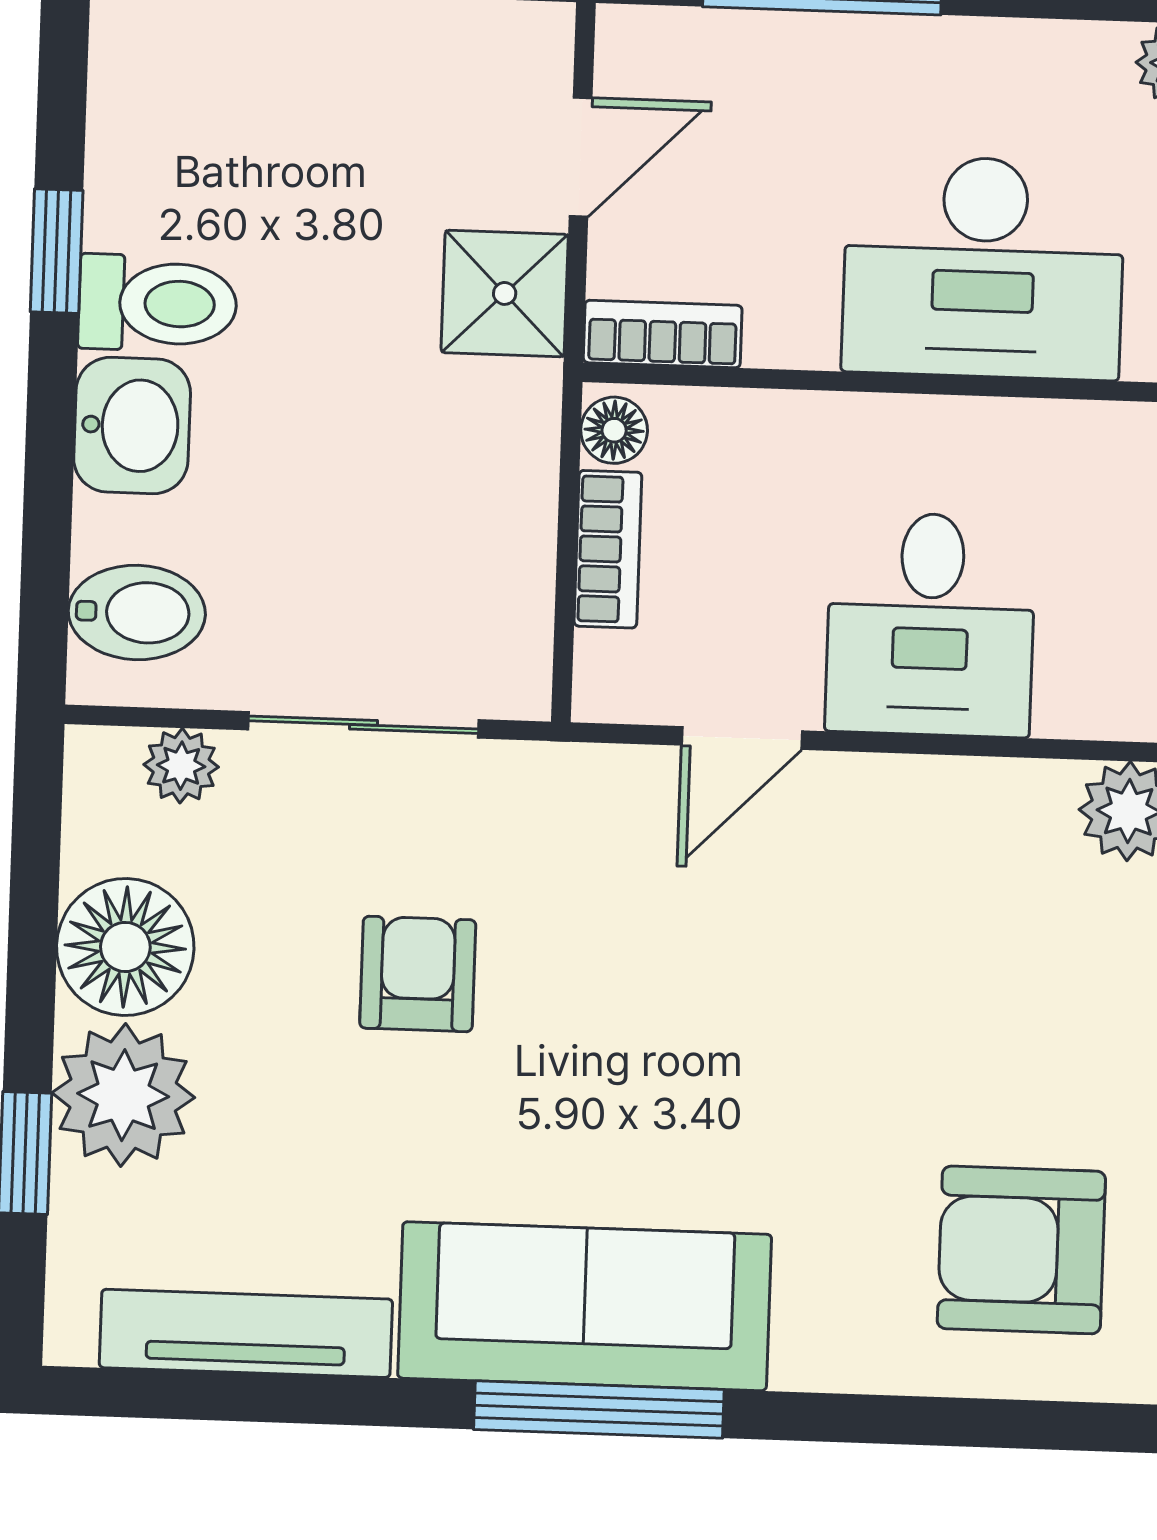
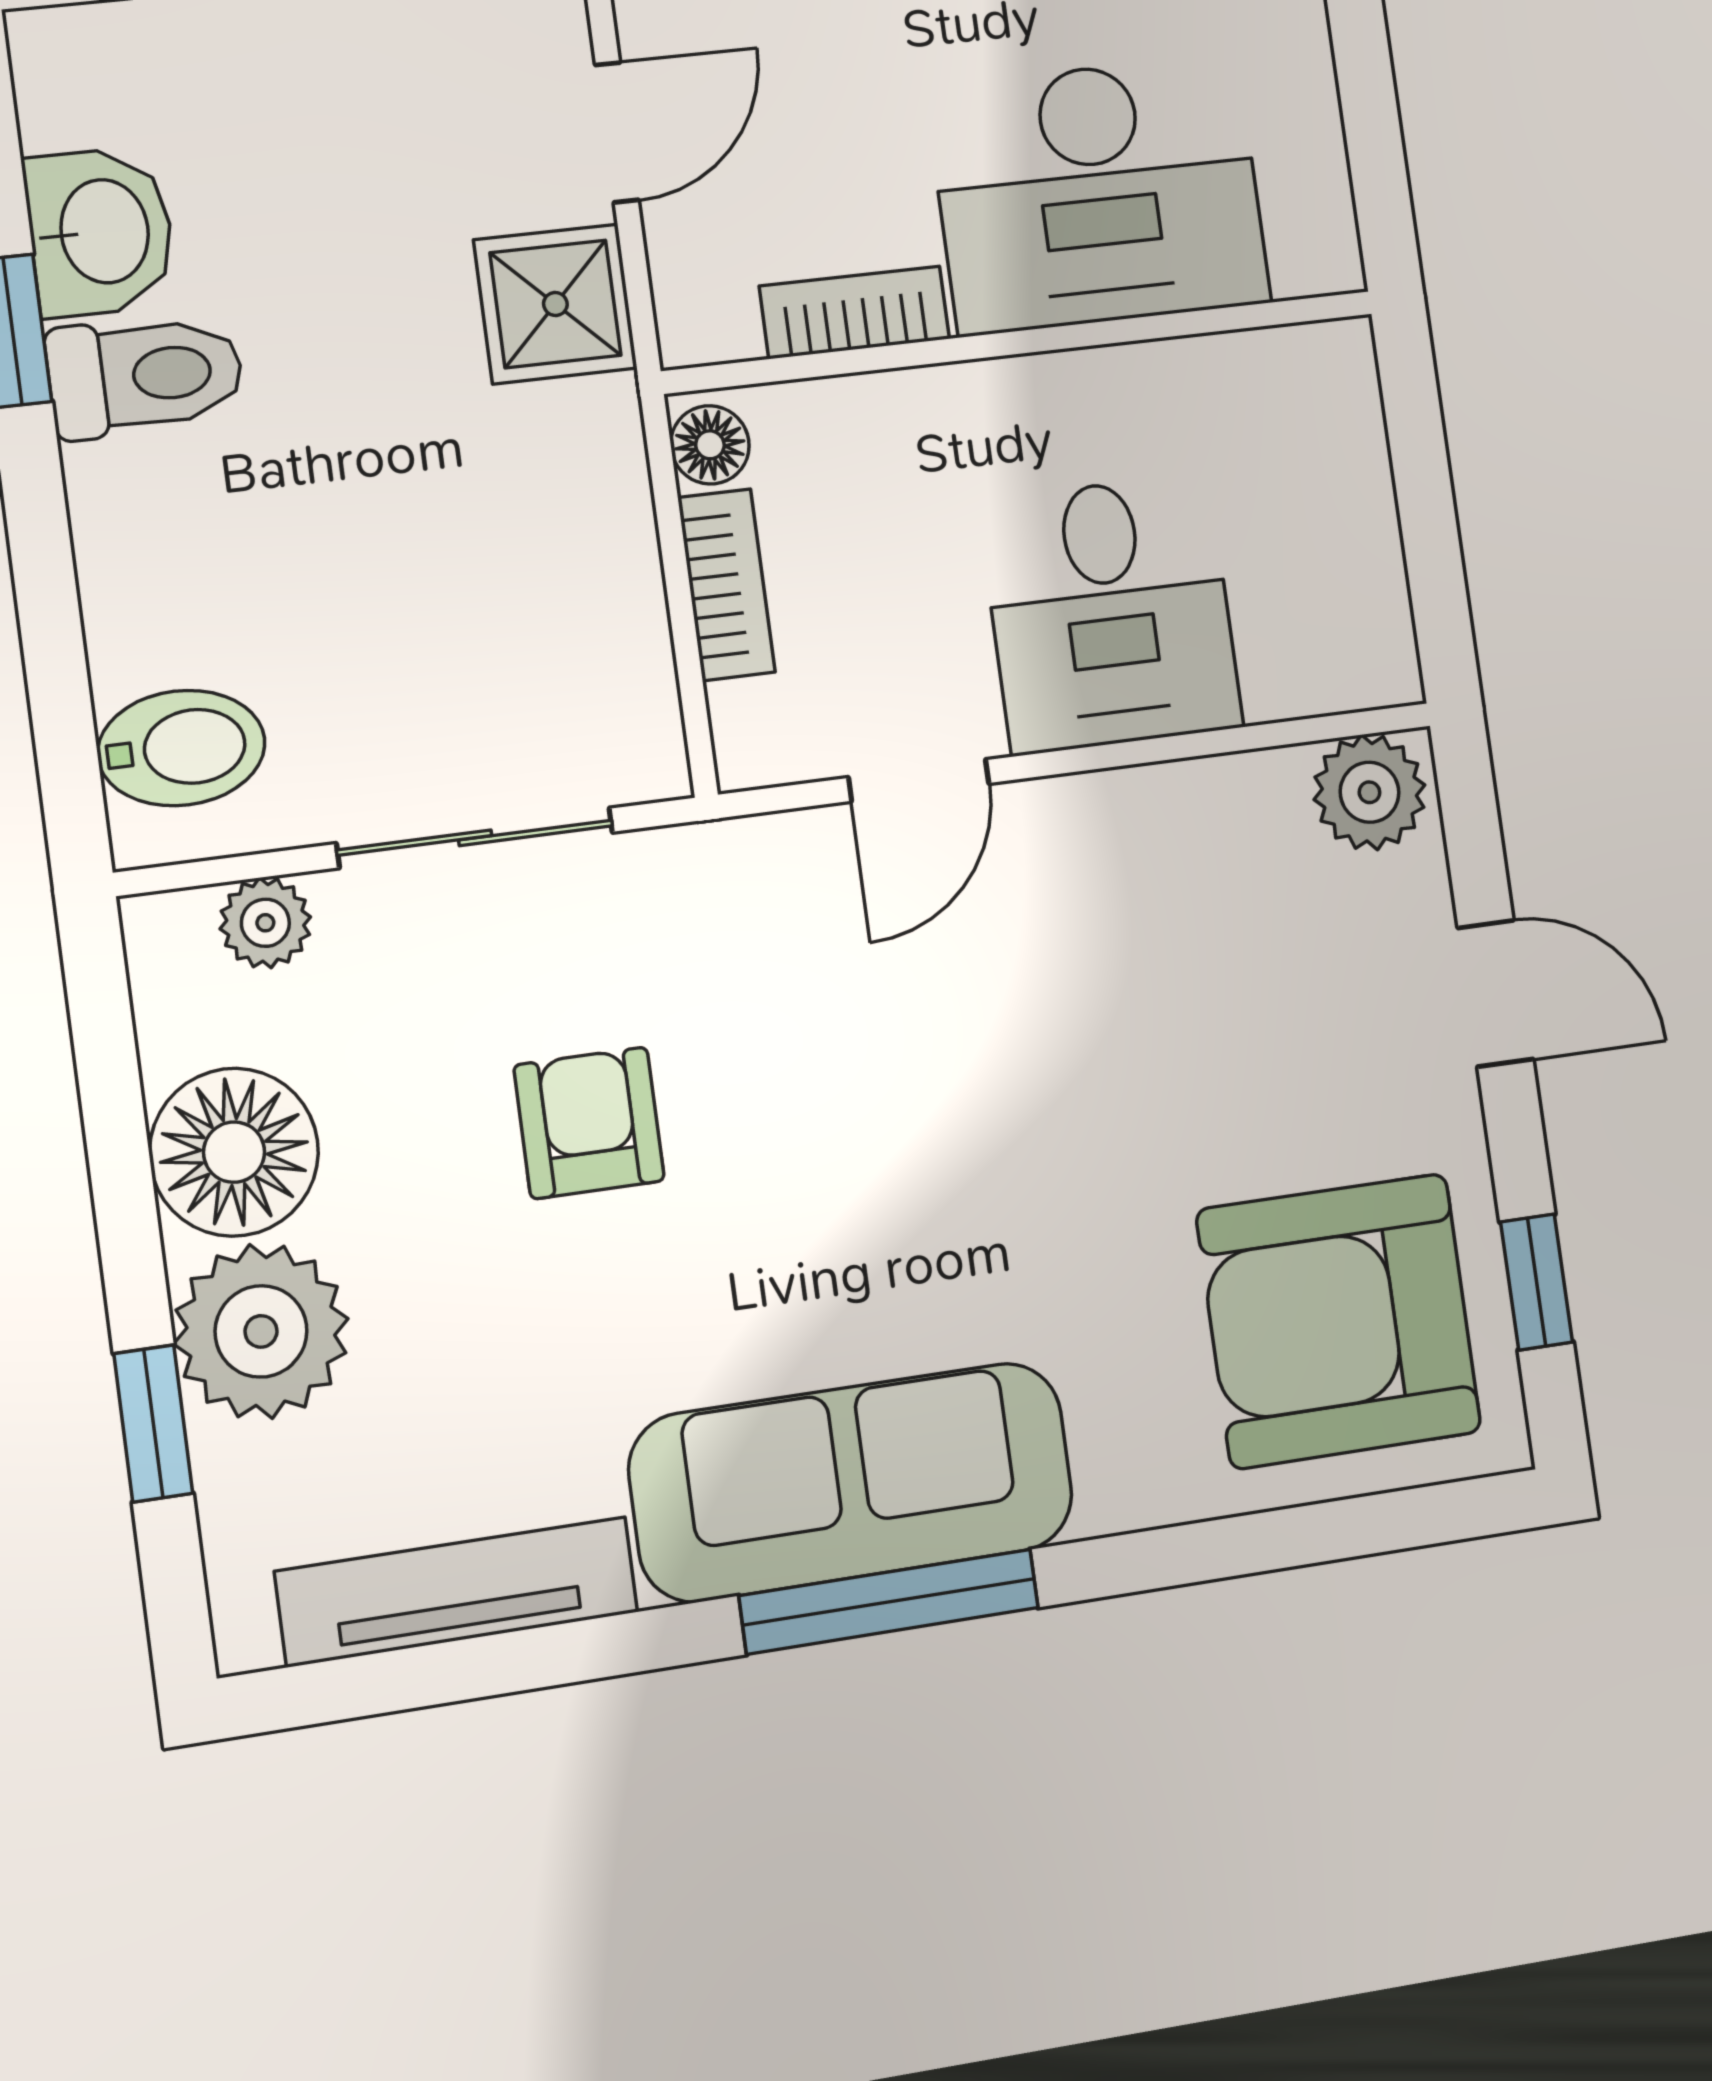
bookcase: (663, 334) -> (855, 312), moved
washbasin: (132, 425) -> (100, 232), moved
armchair: (1021, 1250) -> (1339, 1321), width x1.36, depth x1.36

